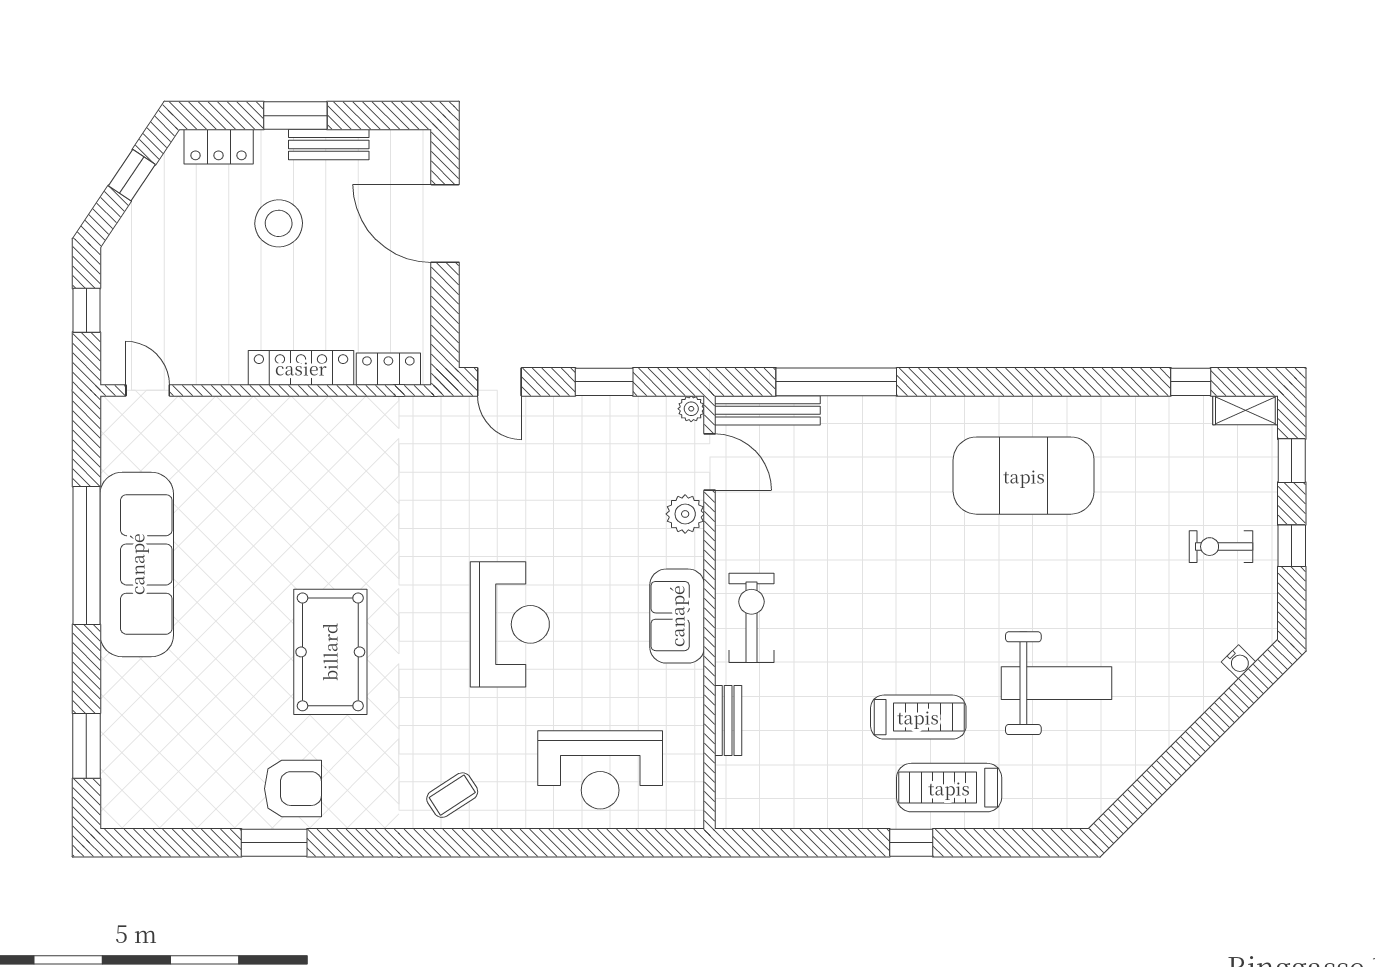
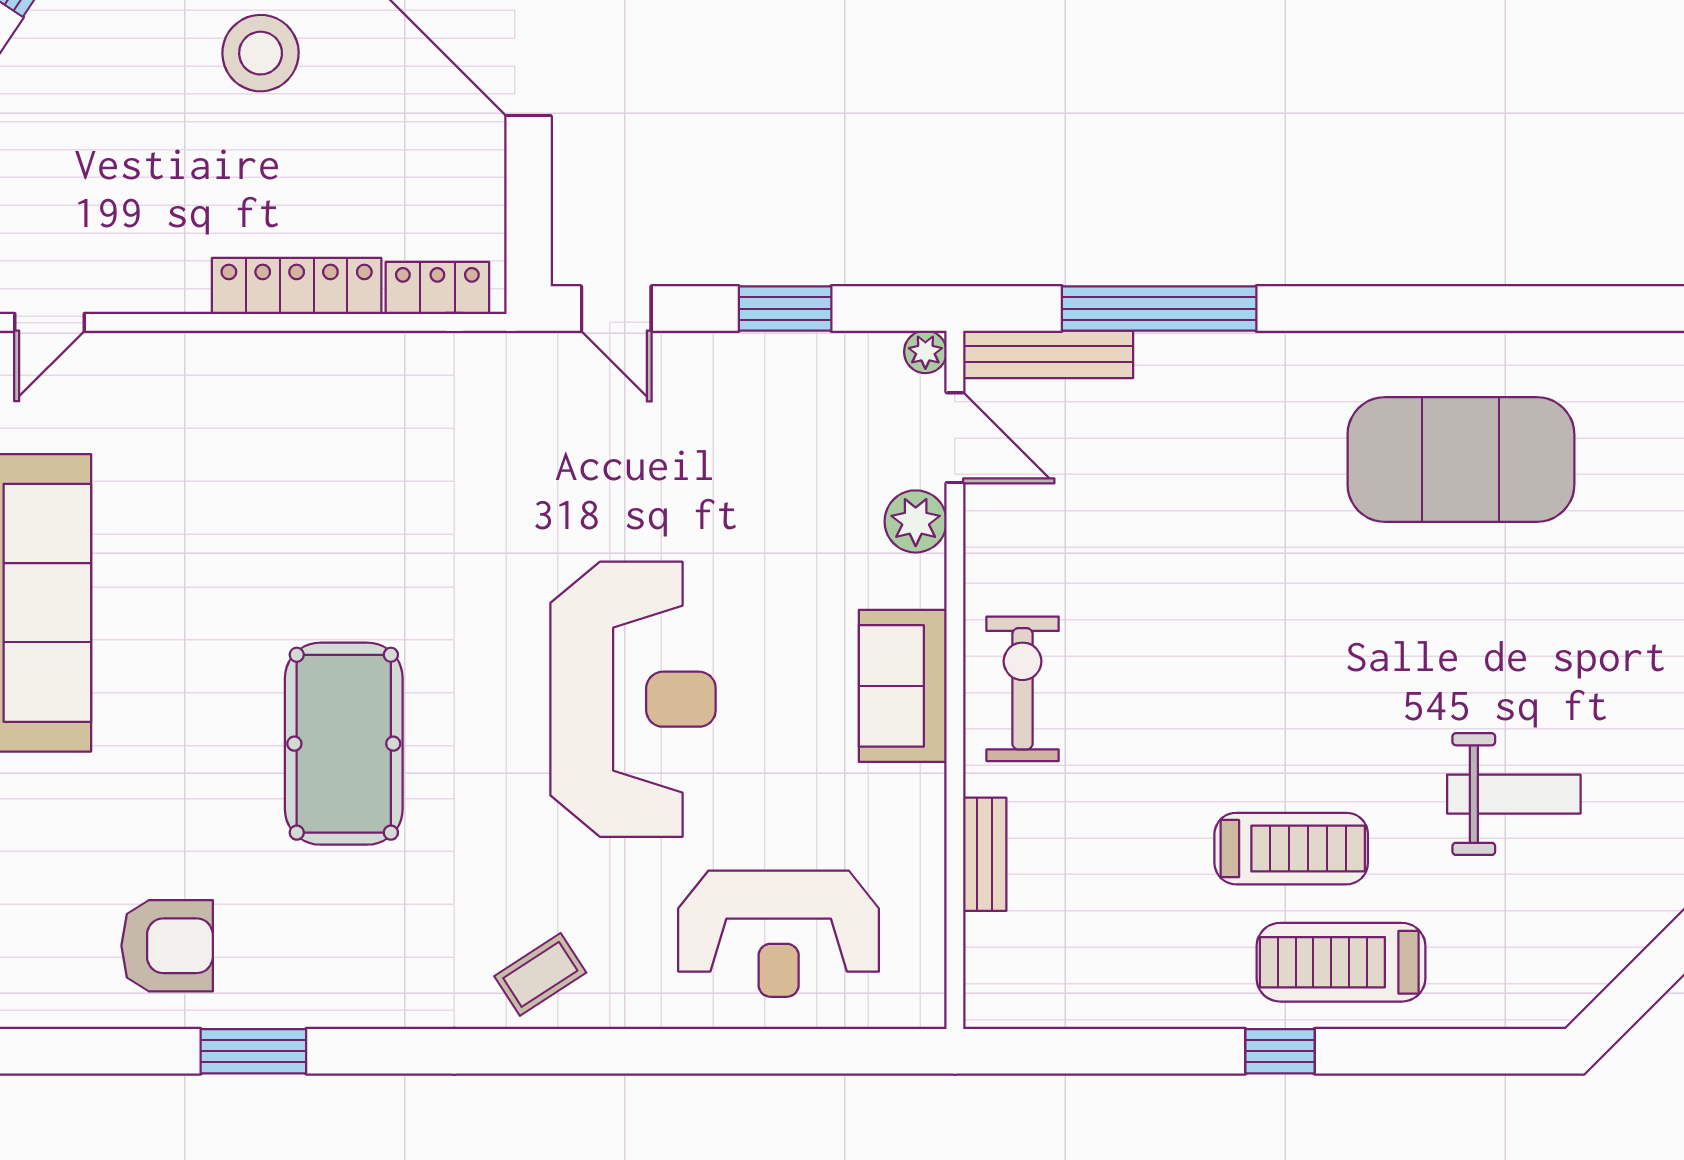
door: (148, 390) -> (50, 322), swing flipped
reception desk: (510, 624) -> (633, 699), width x1.36, depth x1.30
weight bench: (1056, 683) -> (1514, 794), width x0.73, depth x0.75
armchair: (293, 789) -> (167, 946), moved

